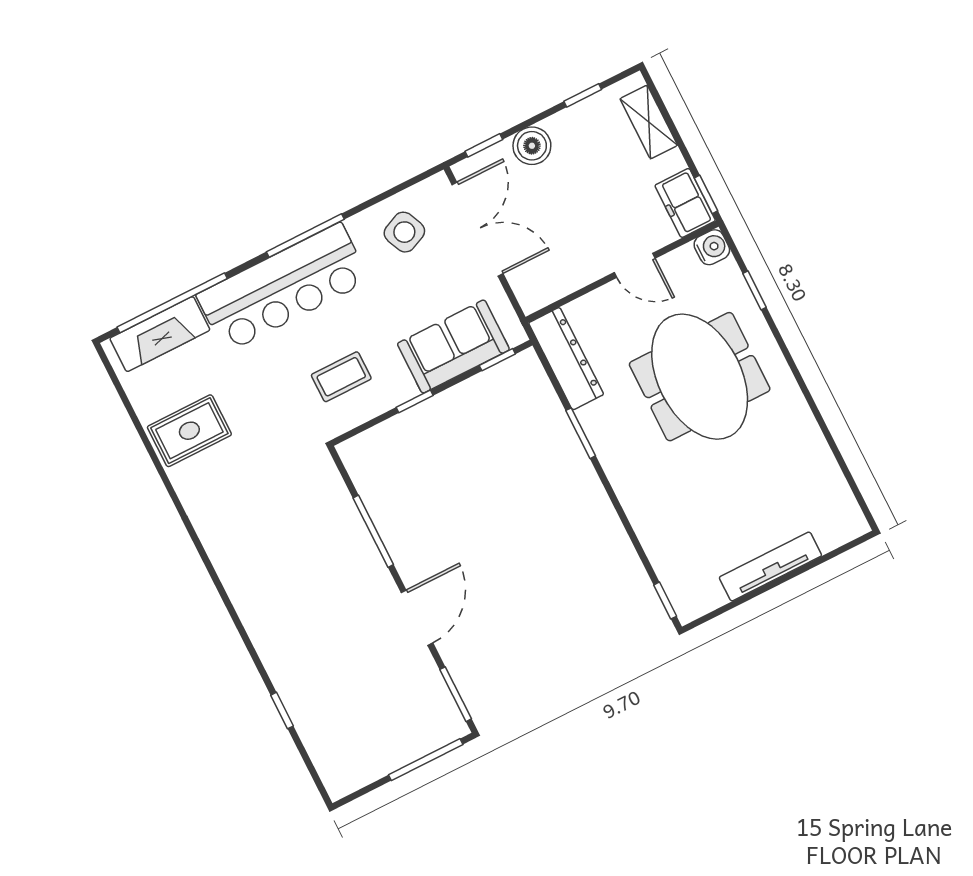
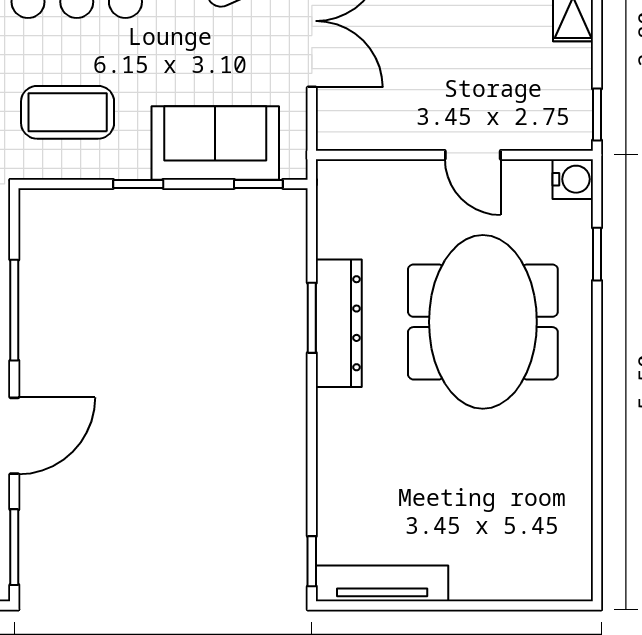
freezer: (685, 203) -> (568, 112), removed
dresser: (566, 359) -> (339, 323), moved
coffee table: (341, 377) -> (68, 112), width x1.36, depth x1.30
tv unit: (770, 566) -> (382, 583), moved

